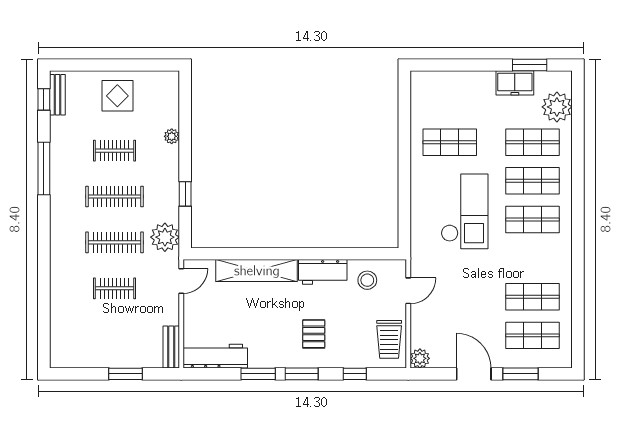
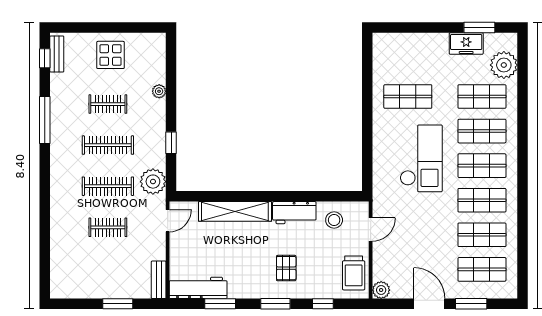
shop shelf: (533, 258) -> (482, 200), added
window: (258, 374) -> (220, 304), moved

